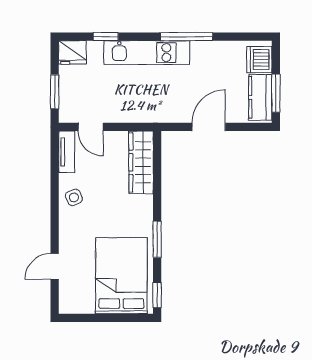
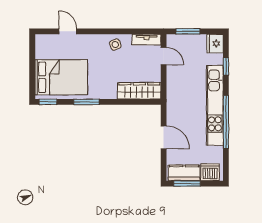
window: (186, 37) -> (226, 122), width x1.46
kitchen unit: (147, 53) -> (215, 105), width x1.36
door: (91, 127) -> (164, 56), swing flipped

